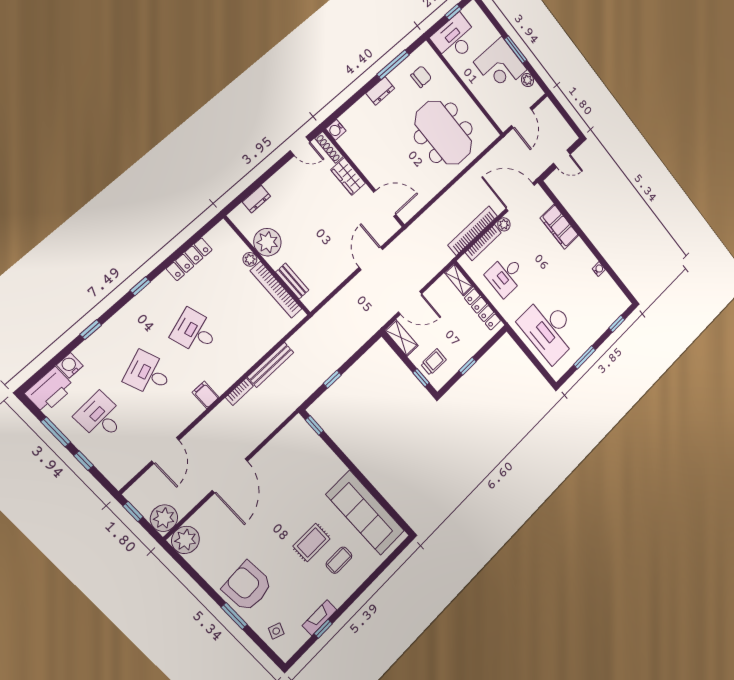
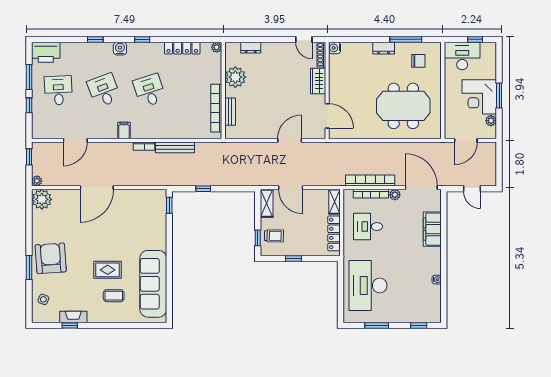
meeting table: (443, 133) -> (403, 106), turned 90
plant: (250, 259) -> (217, 47), moved
water cooler: (70, 365) -> (120, 49), moved
plant: (164, 518) -> (37, 181), width x0.53, depth x0.53

